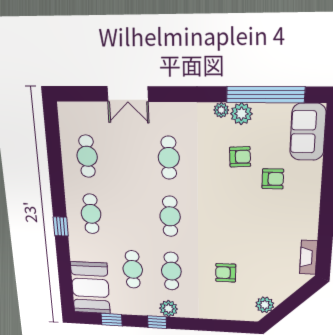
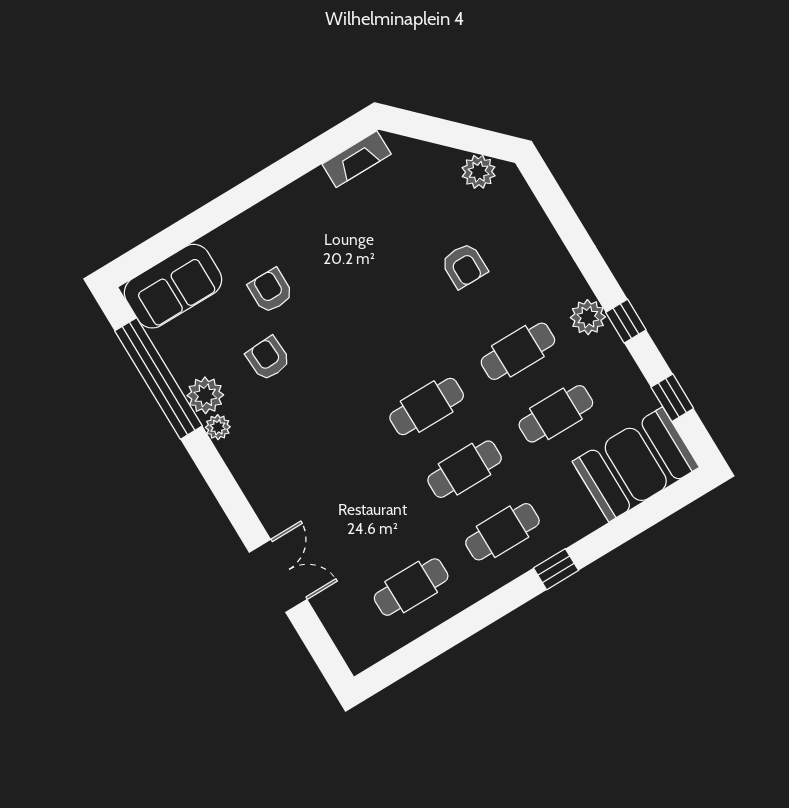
cafe table: (169, 158) -> (465, 469), moved

